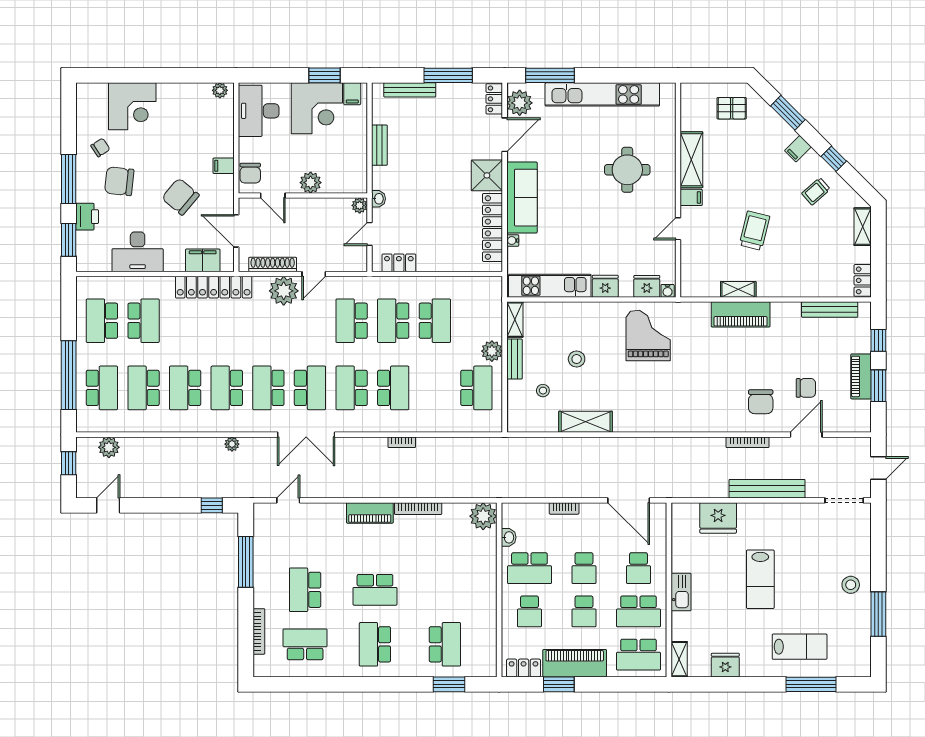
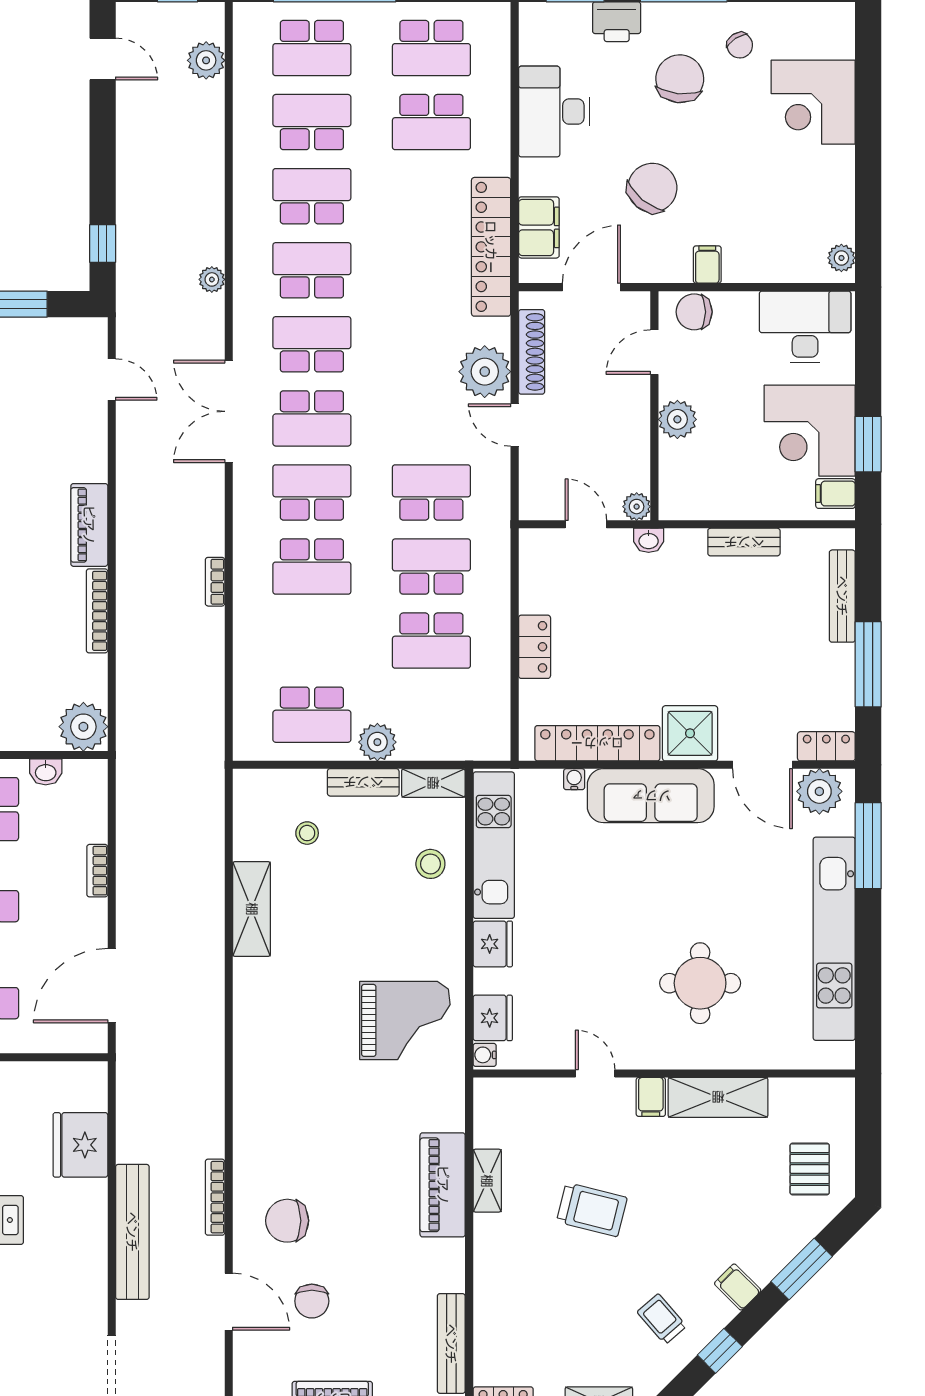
locker: (399, 263) -> (535, 647), moved
school desk: (102, 321) -> (431, 48), turned 180
stool: (577, 359) -> (430, 864), moved

